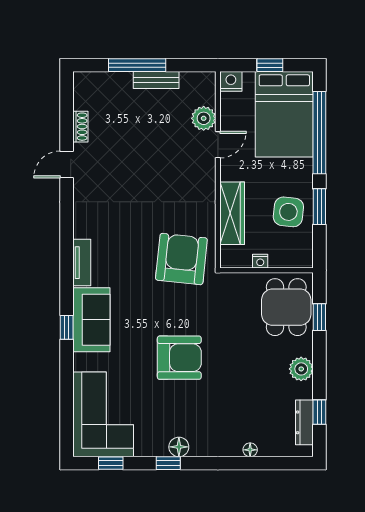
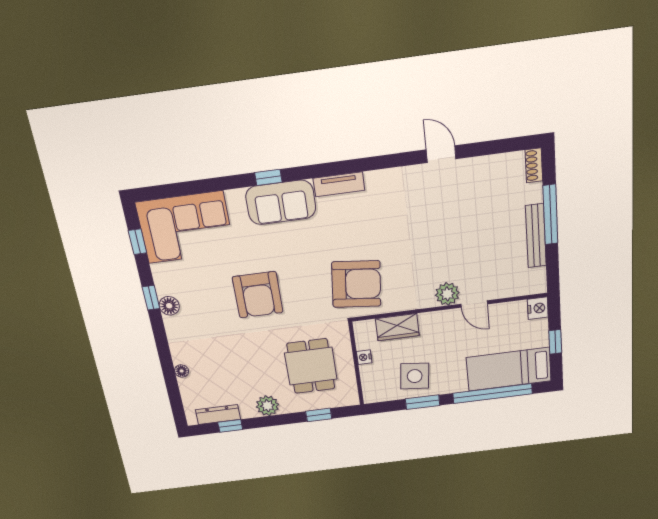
bench: (156, 80) -> (536, 236), width x1.36
bed: (284, 114) -> (509, 369), width x0.67
plant: (204, 118) -> (447, 294), moved
shoe rack: (80, 127) -> (534, 165), moved, turned 90
wardrobe: (232, 213) -> (397, 327), width x0.67
dining table: (286, 307) -> (311, 366), moved, turned 90

